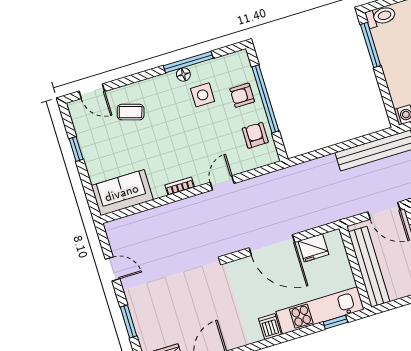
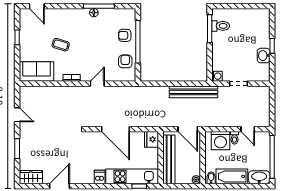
toilet: (381, 17) -> (221, 26), moved
side table: (203, 95) -> (101, 28), removed
coffee table: (131, 112) -> (61, 45), moved
fridge: (313, 248) -> (151, 139), moved, turned 90

